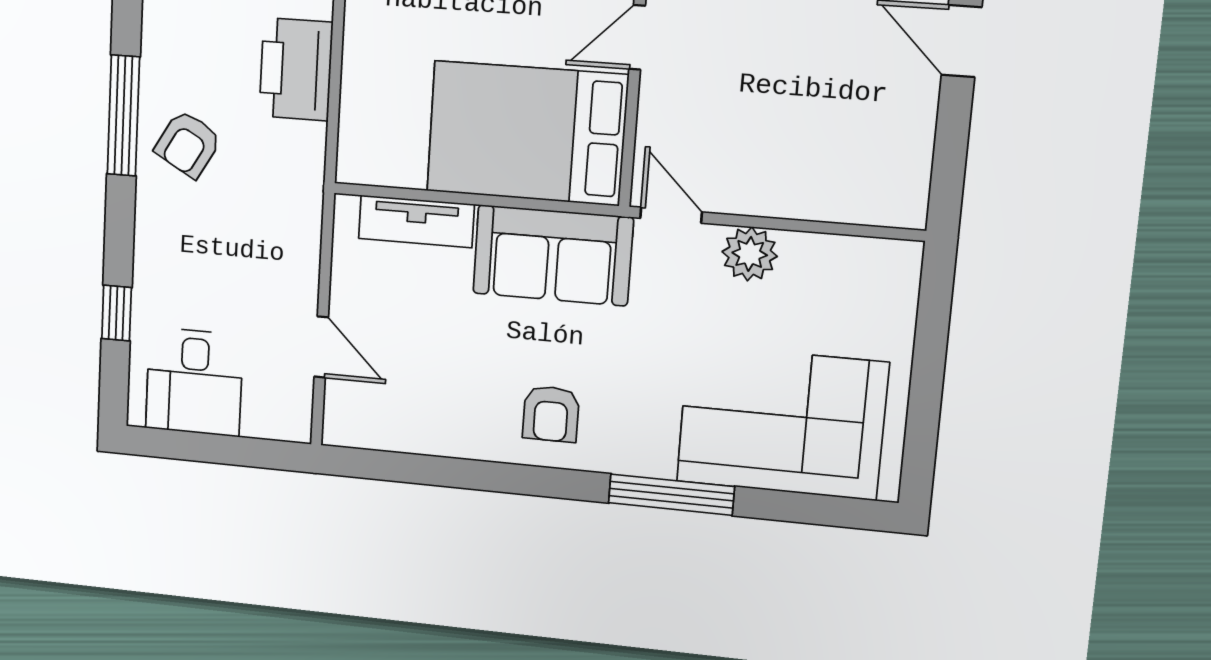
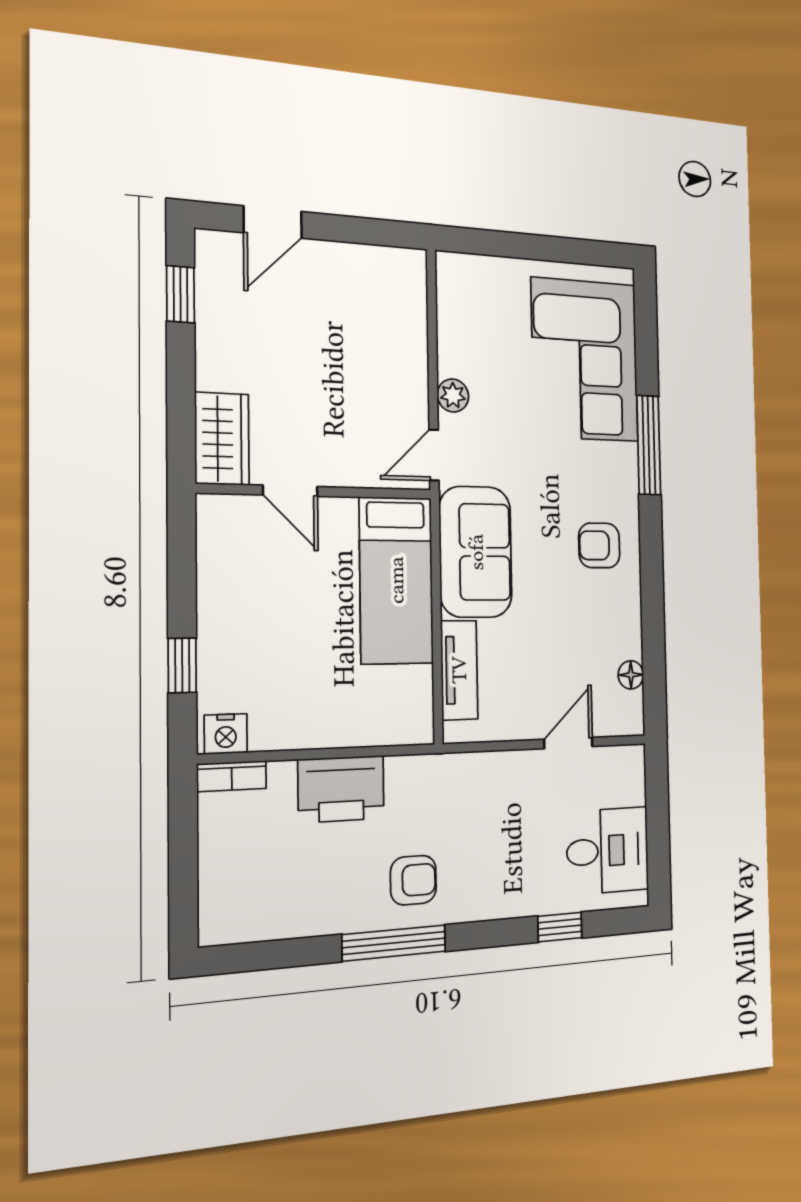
bed: (527, 133) -> (396, 580), width x0.67
armchair: (188, 144) -> (413, 880), turned -30
plant: (750, 254) -> (453, 395), width x0.73, depth x0.73
armchair: (551, 414) -> (599, 545), turned 180
floor lamp: (393, 436) -> (631, 675), added

